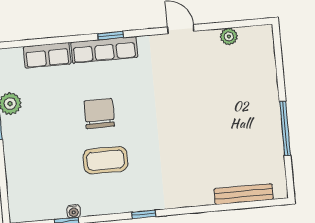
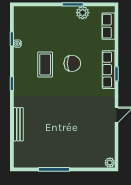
plant: (229, 36) -> (110, 163), moved
row of seats: (47, 55) -> (108, 26), moved
bench: (244, 194) -> (18, 124), moved

